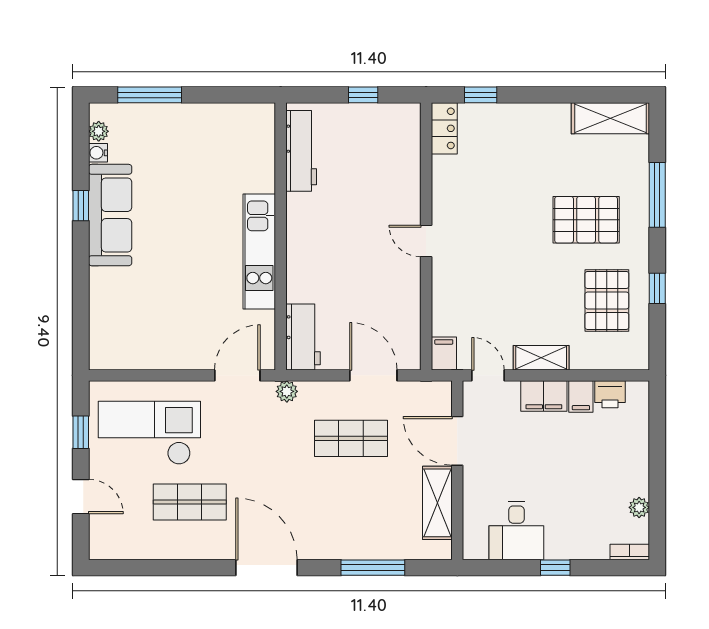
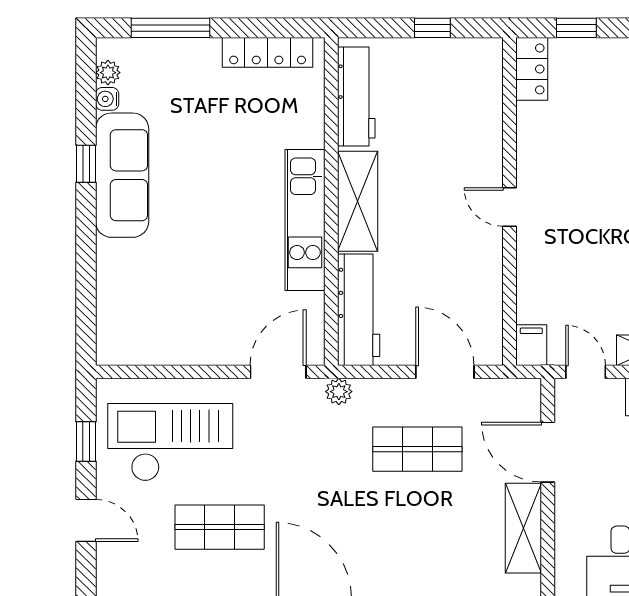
locker: (229, 115) -> (268, 52), added
shelving: (302, 236) -> (358, 201), added
workbench: (303, 337) -> (359, 310), width x1.38

